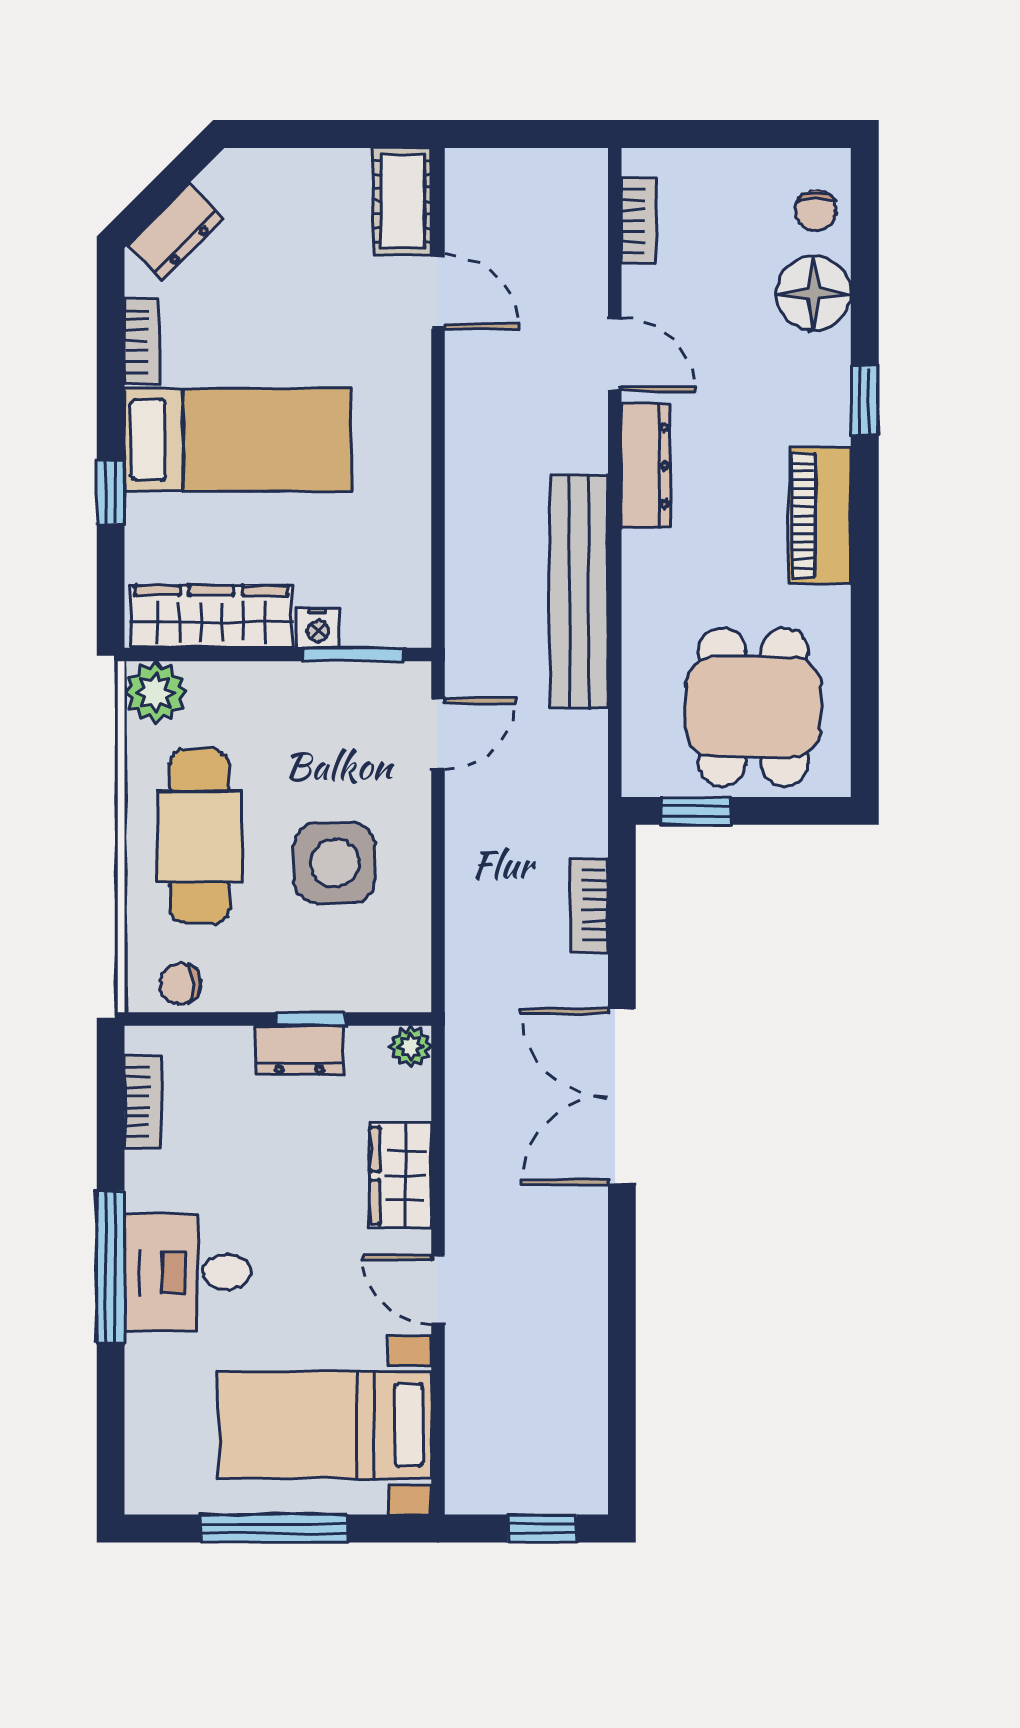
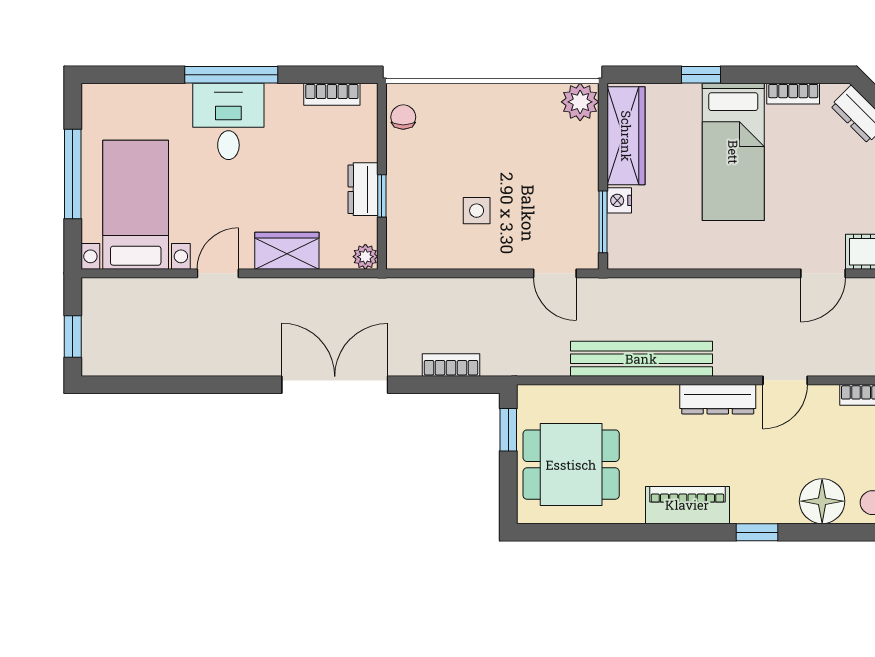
cafe table: (200, 836) -> (493, 129), removed
side table: (335, 863) -> (477, 211), width x0.54, depth x0.54

